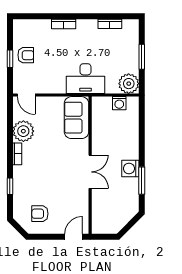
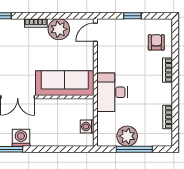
armchair: (26, 55) -> (156, 42), moved, turned 180
window: (142, 57) -> (134, 149), width x1.44
plant: (129, 84) -> (127, 136), moved
sofa: (76, 118) -> (65, 83), width x1.36

